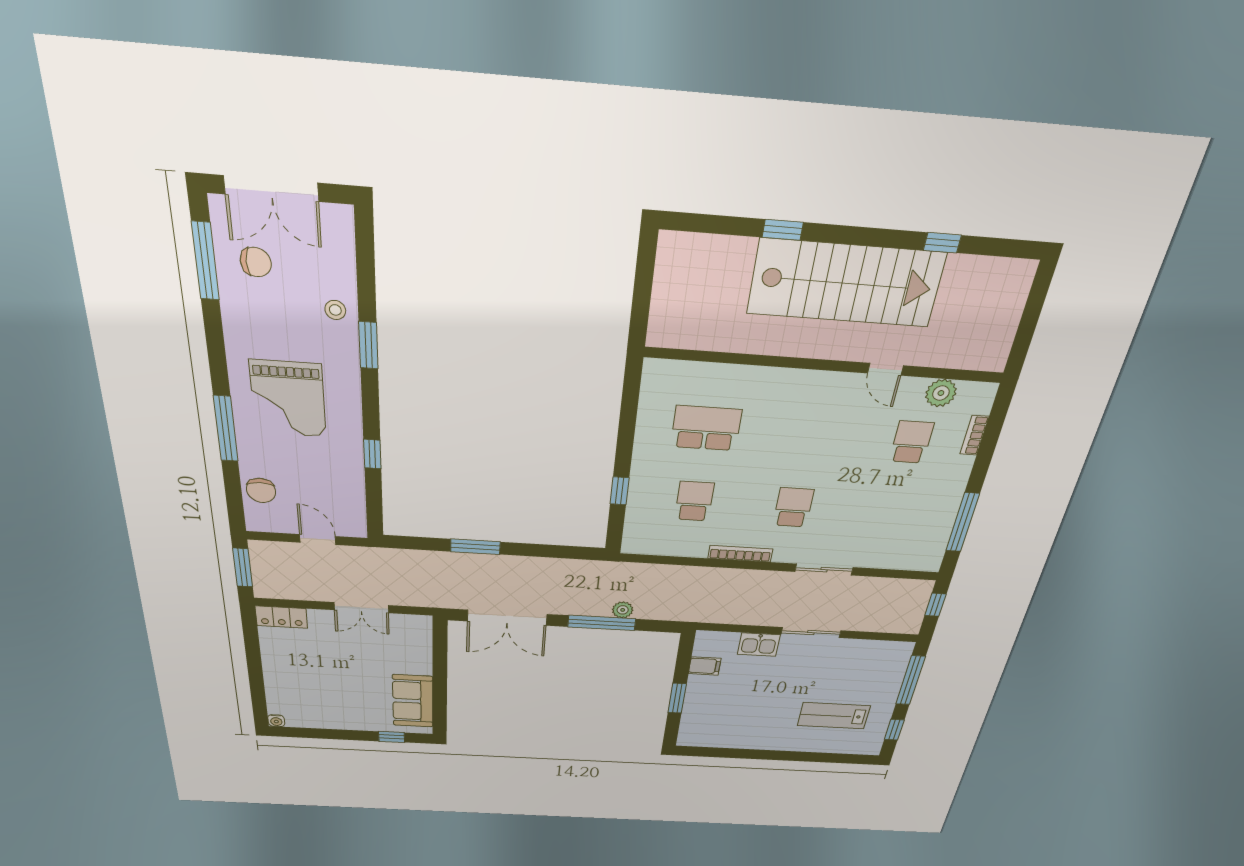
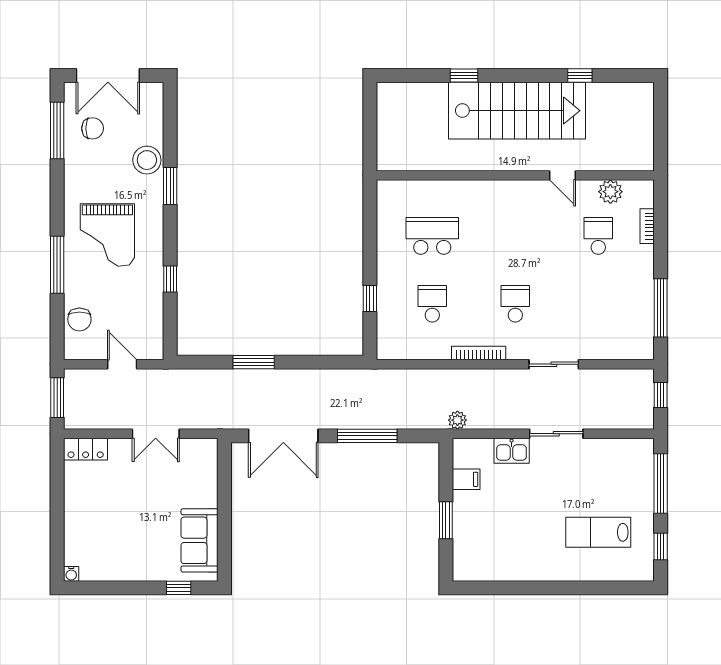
stool: (335, 310) -> (147, 160), width x1.89, depth x1.89
plant: (623, 610) -> (457, 420), moved

